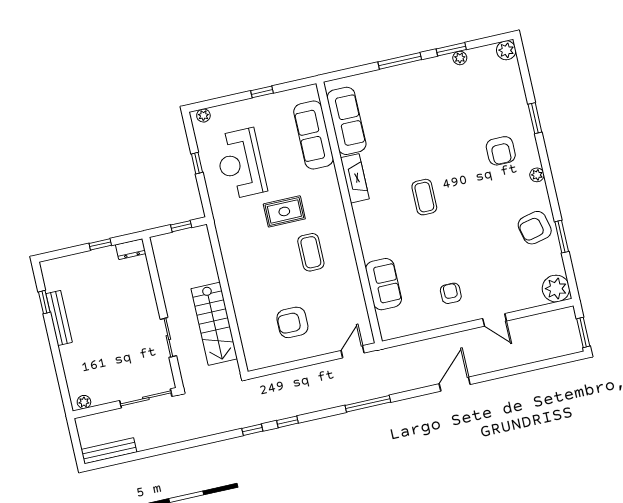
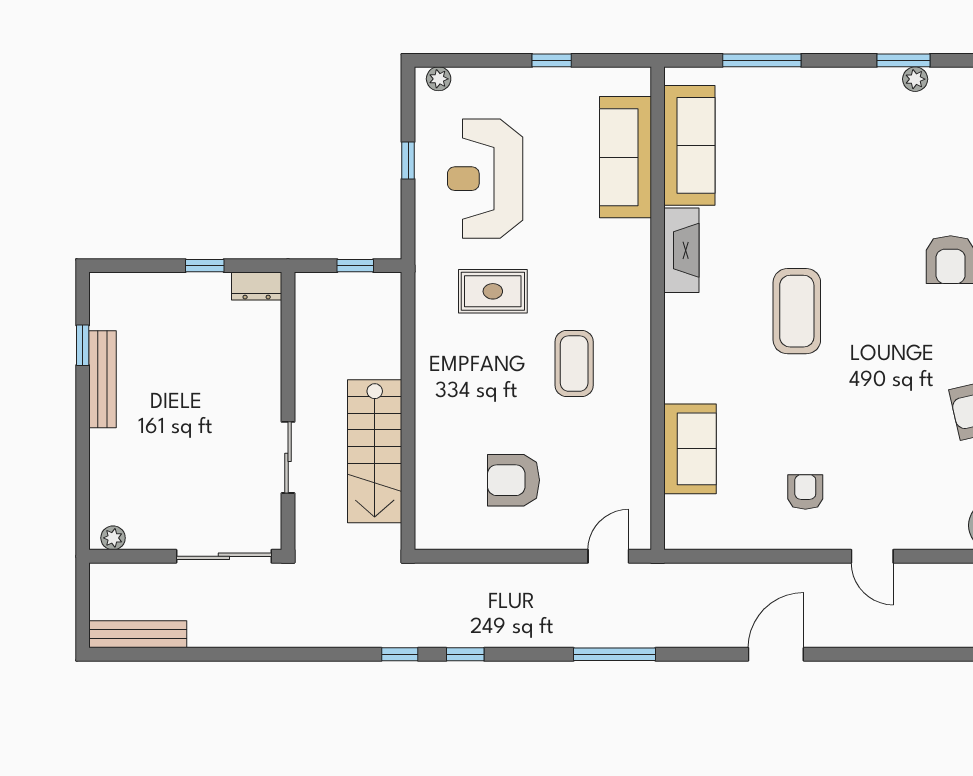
window: (400, 61) -> (762, 60), moved
coffee table: (424, 197) -> (797, 311), width x1.36, depth x1.32
rug: (284, 211) -> (493, 291), moved

